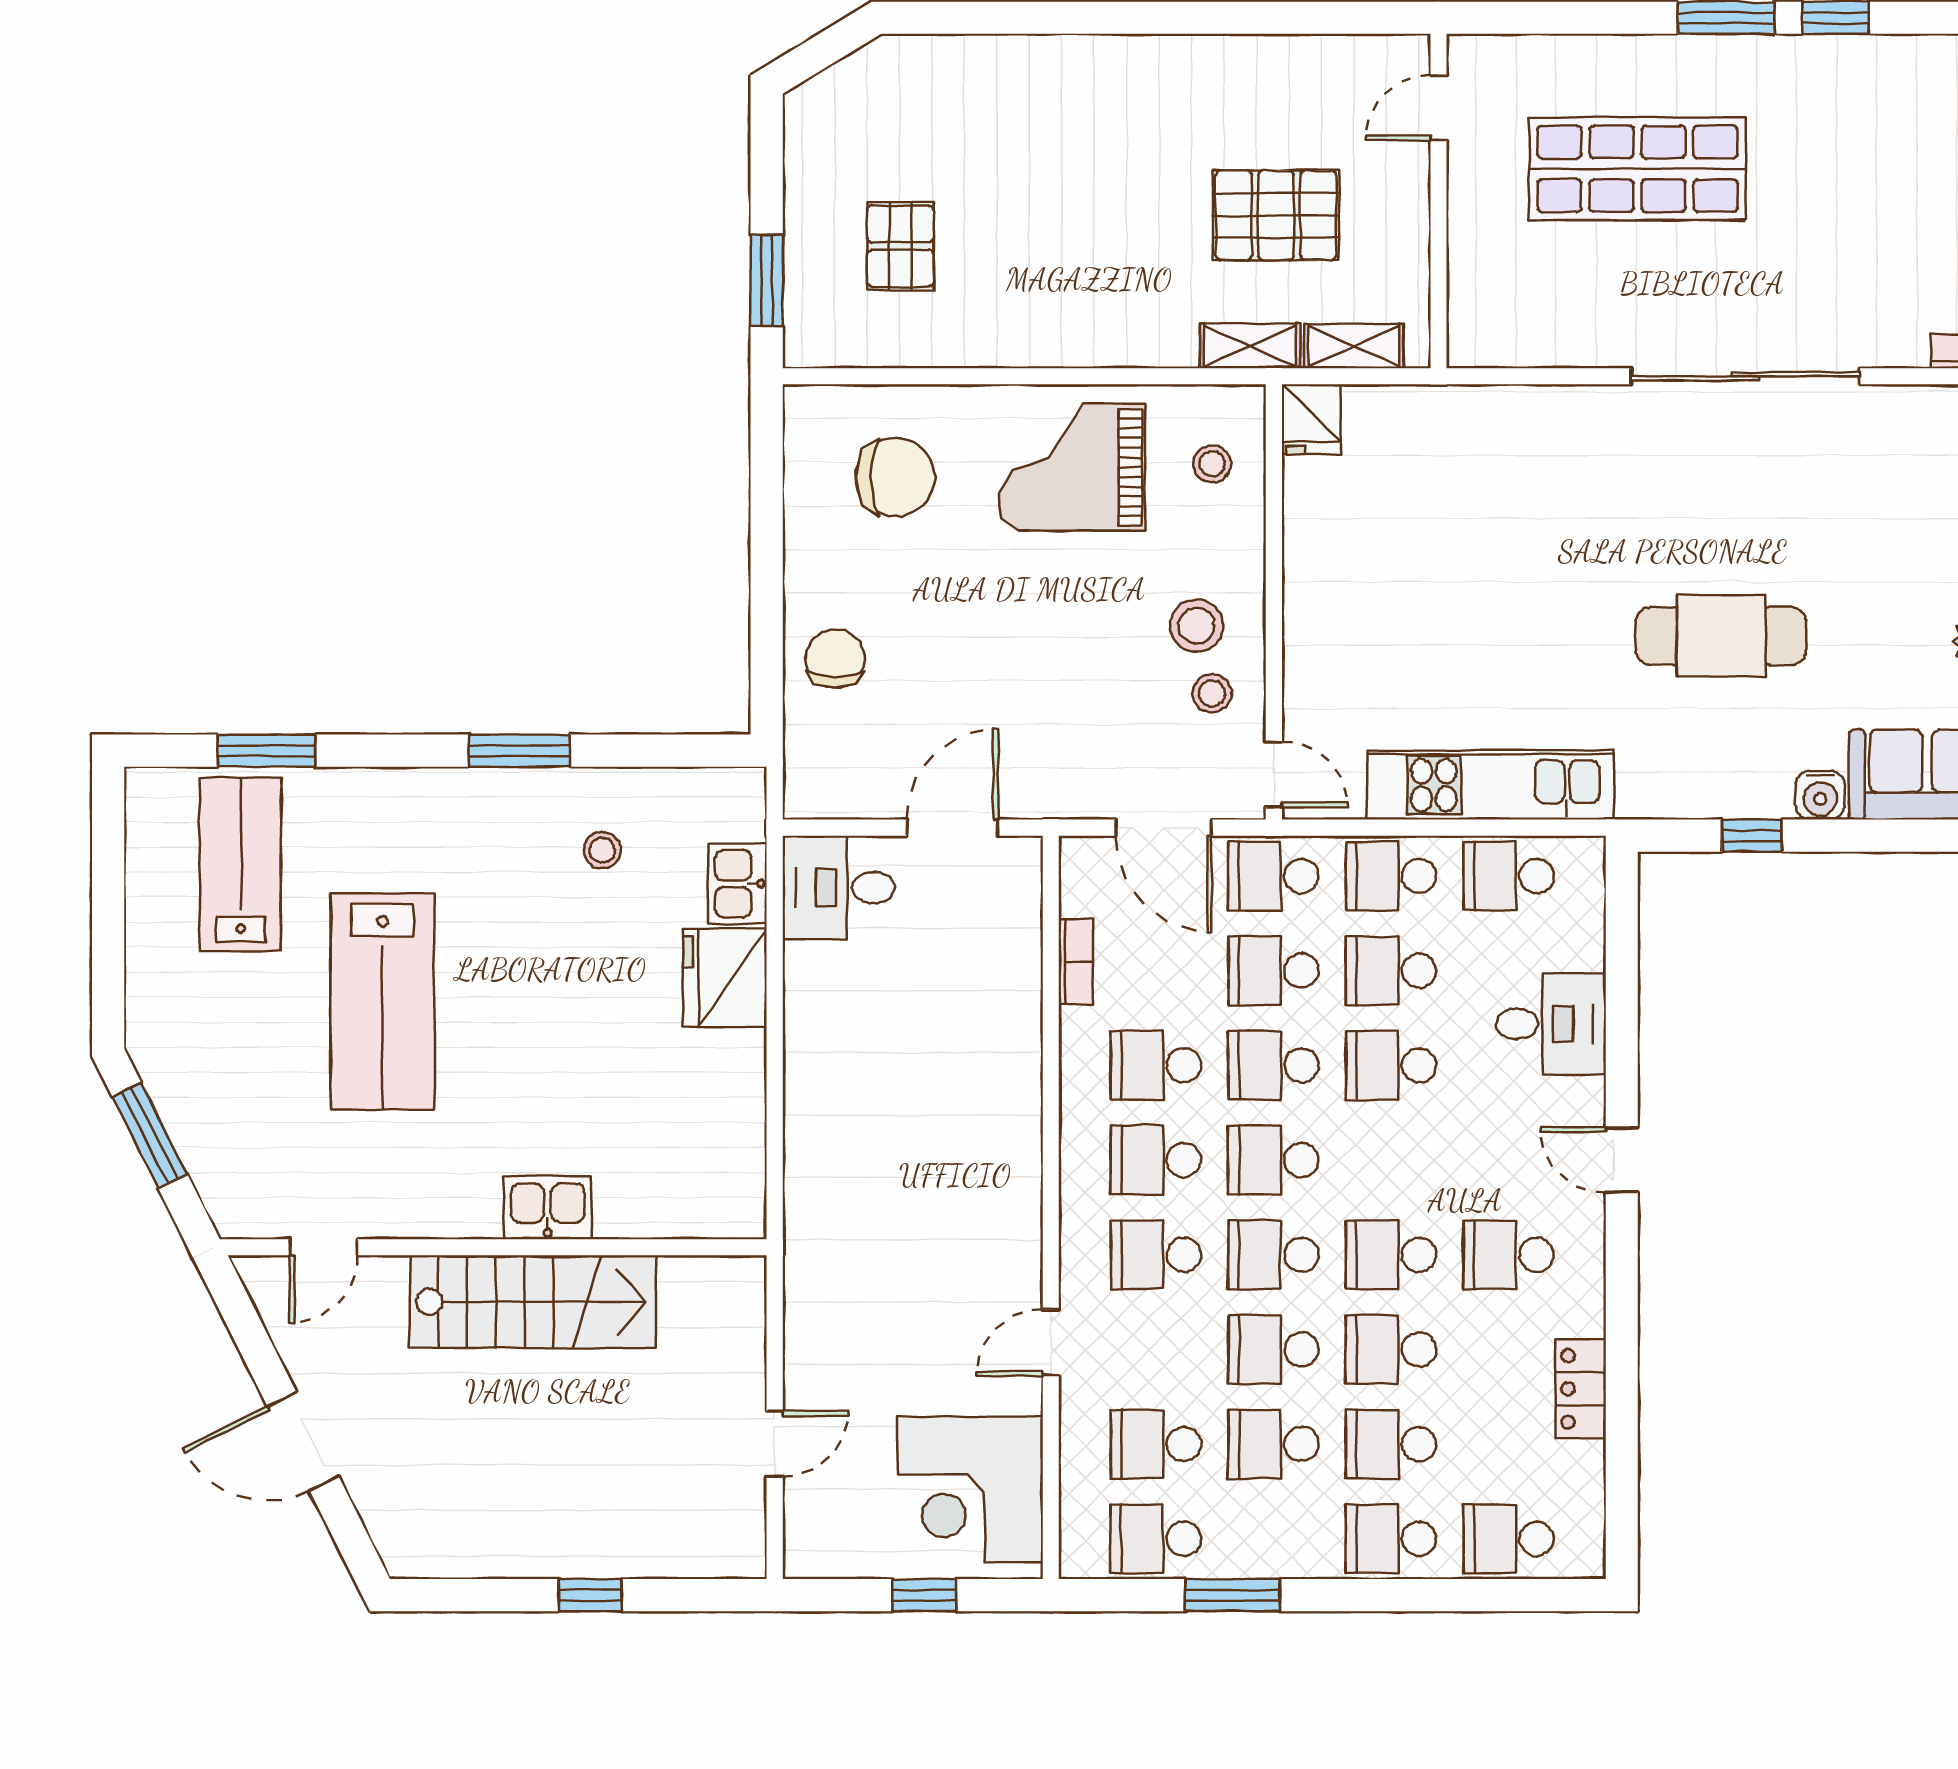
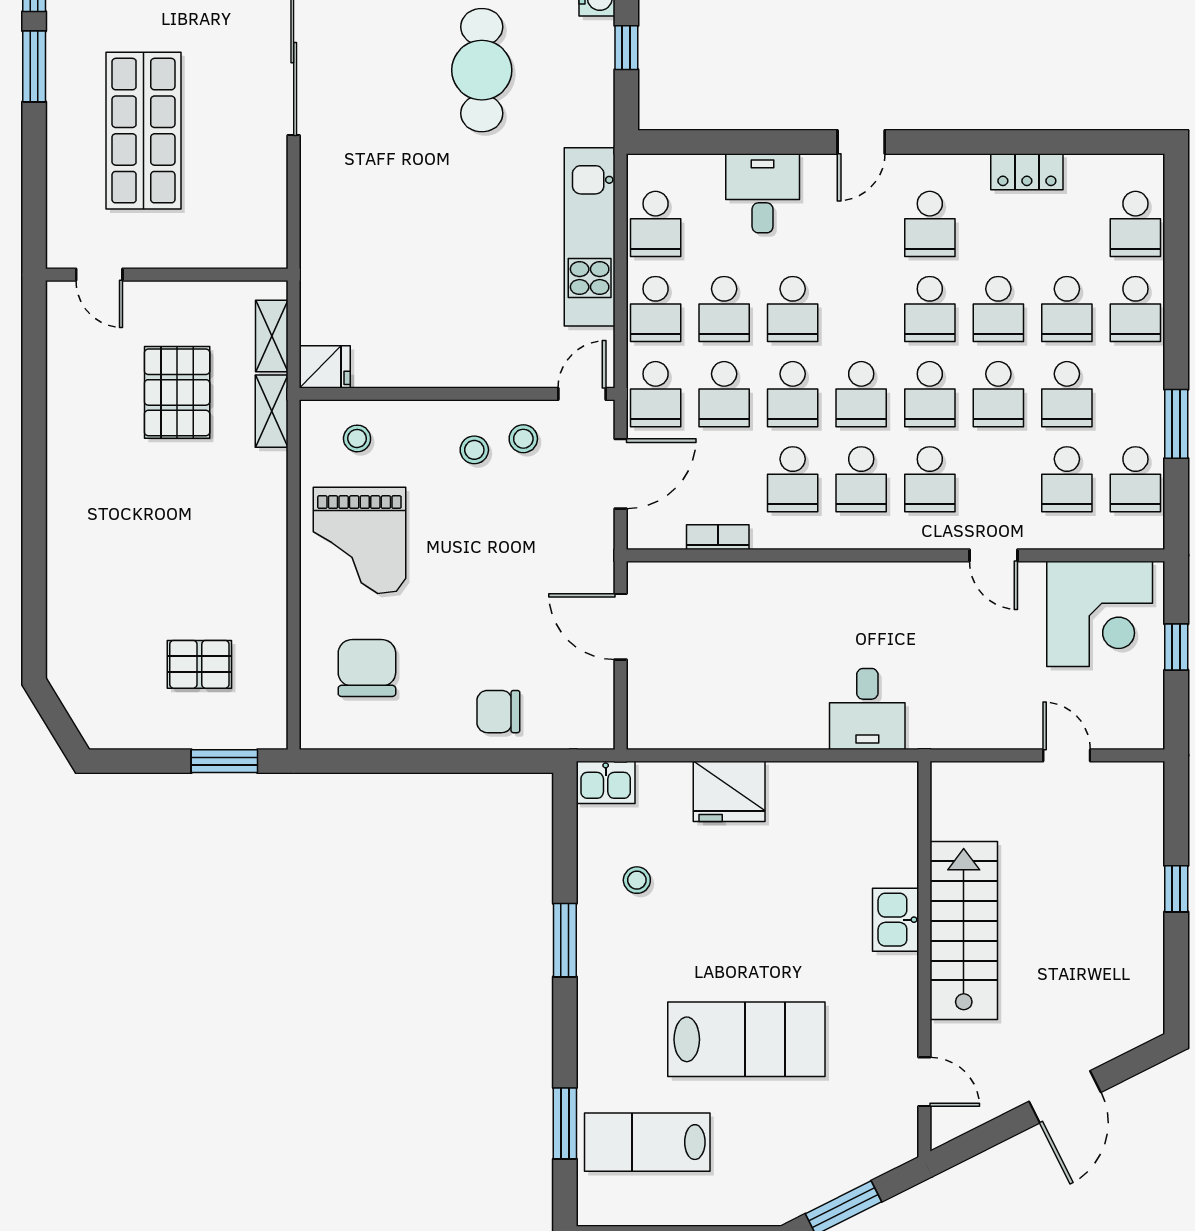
stool: (1197, 626) -> (474, 450), width x0.73, depth x0.73
kitchen sink: (737, 884) -> (606, 782), moved
desk: (839, 888) -> (867, 709), moved

